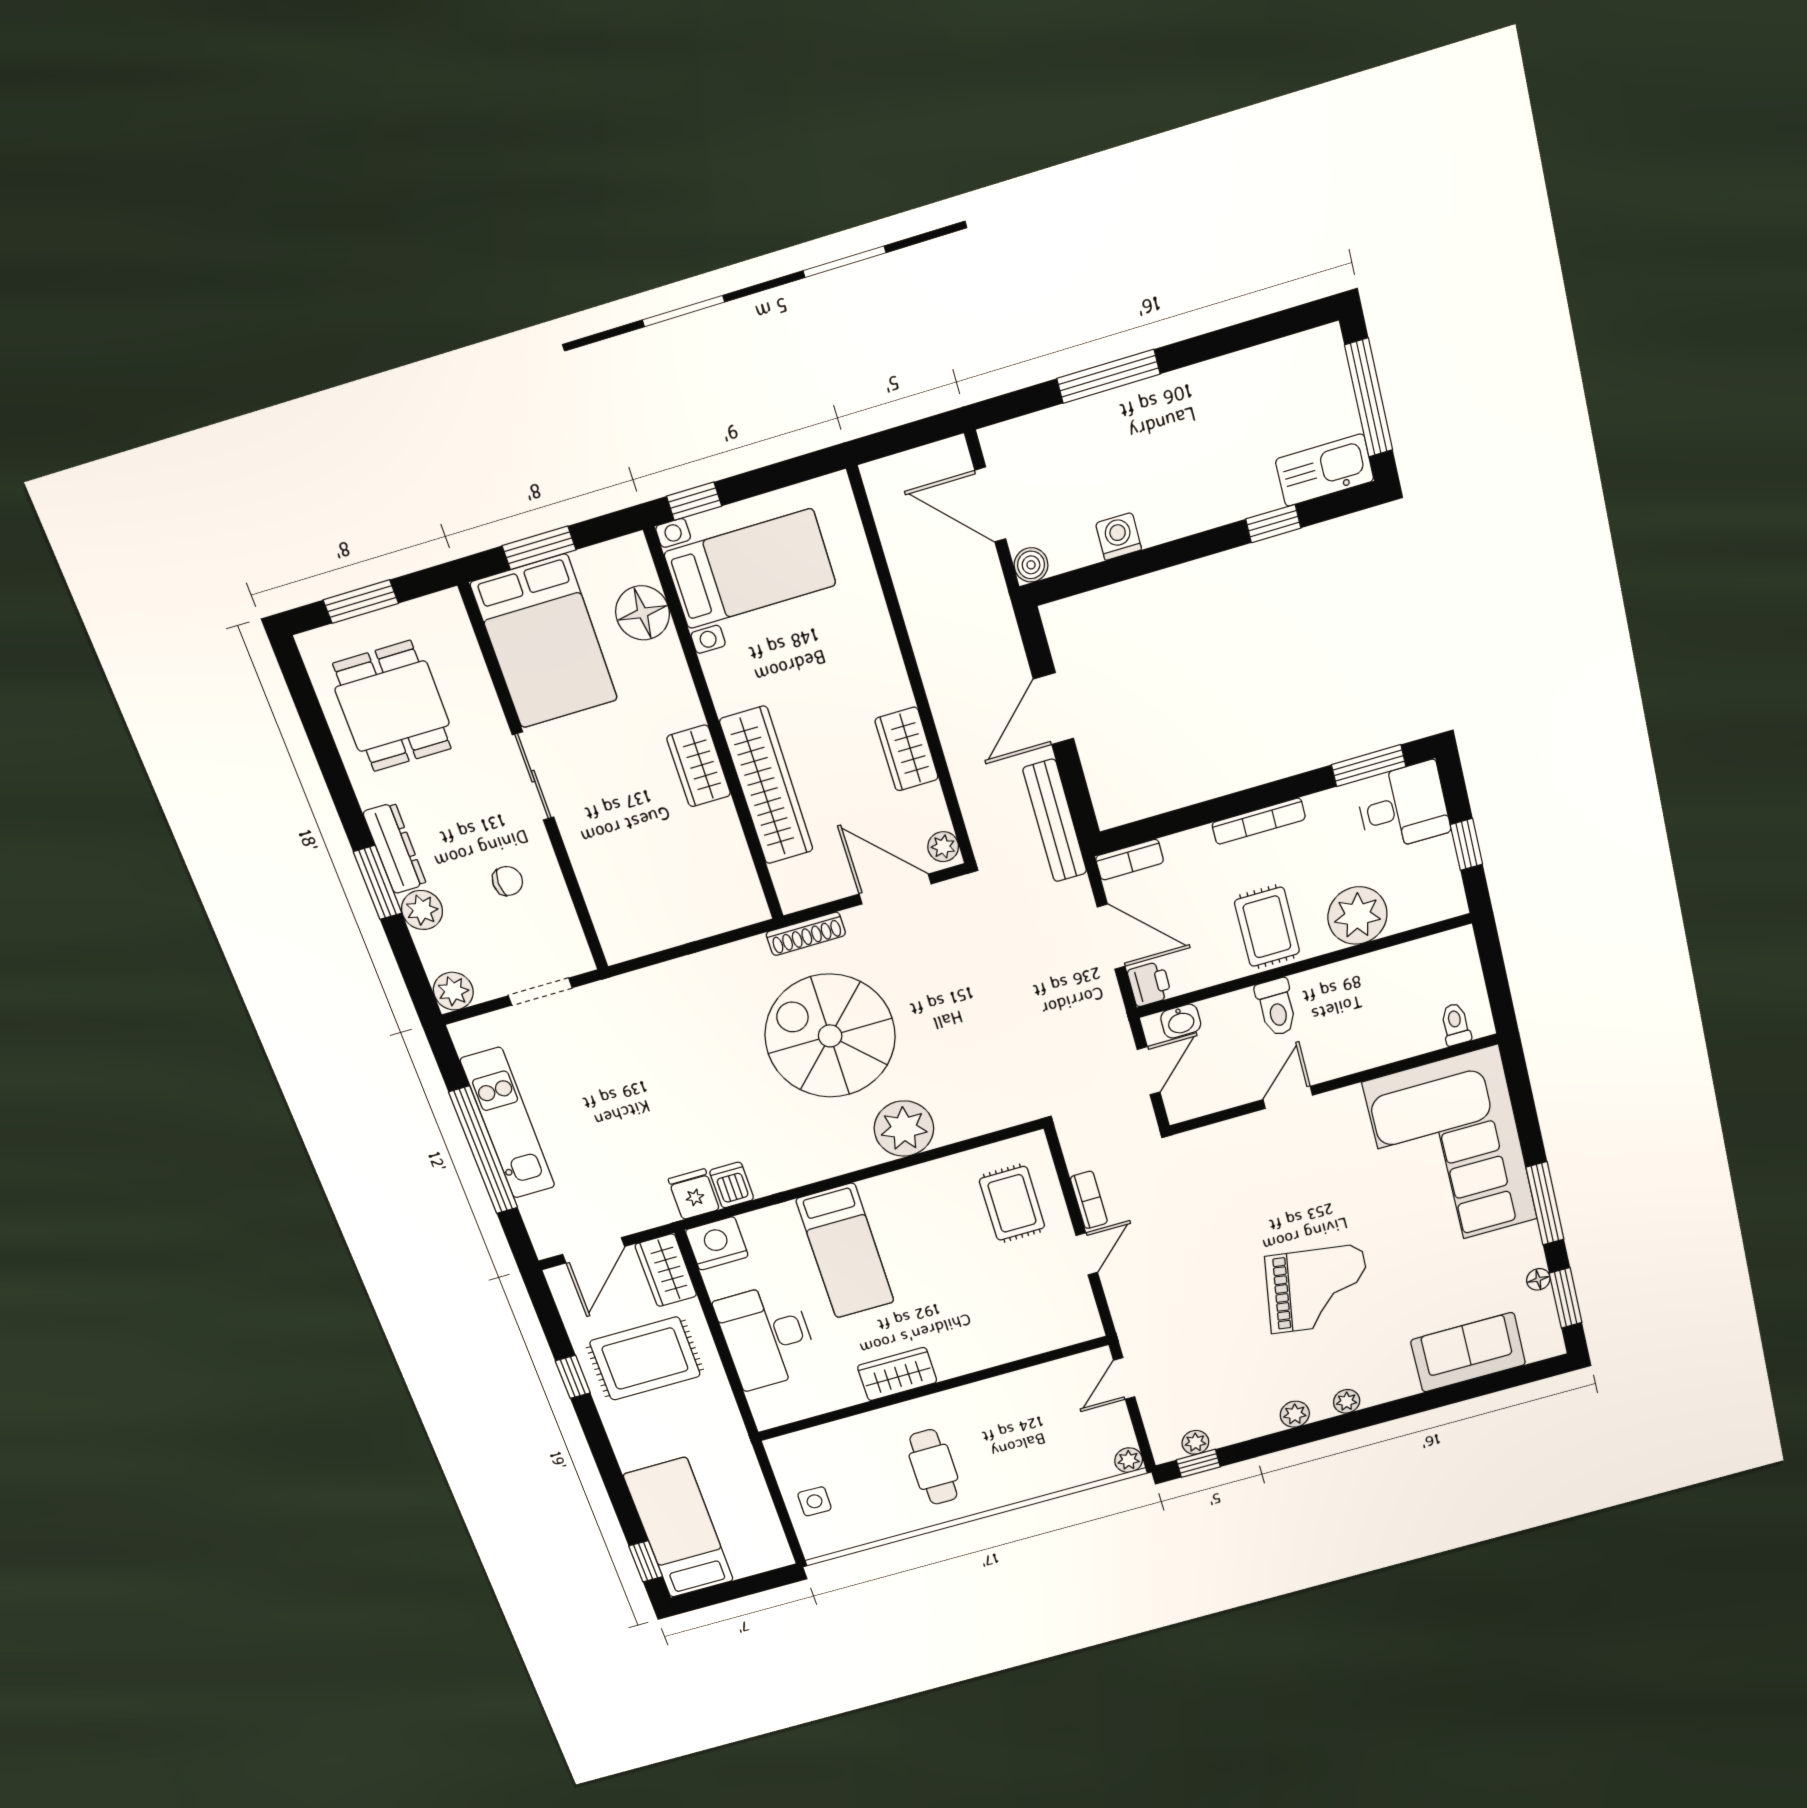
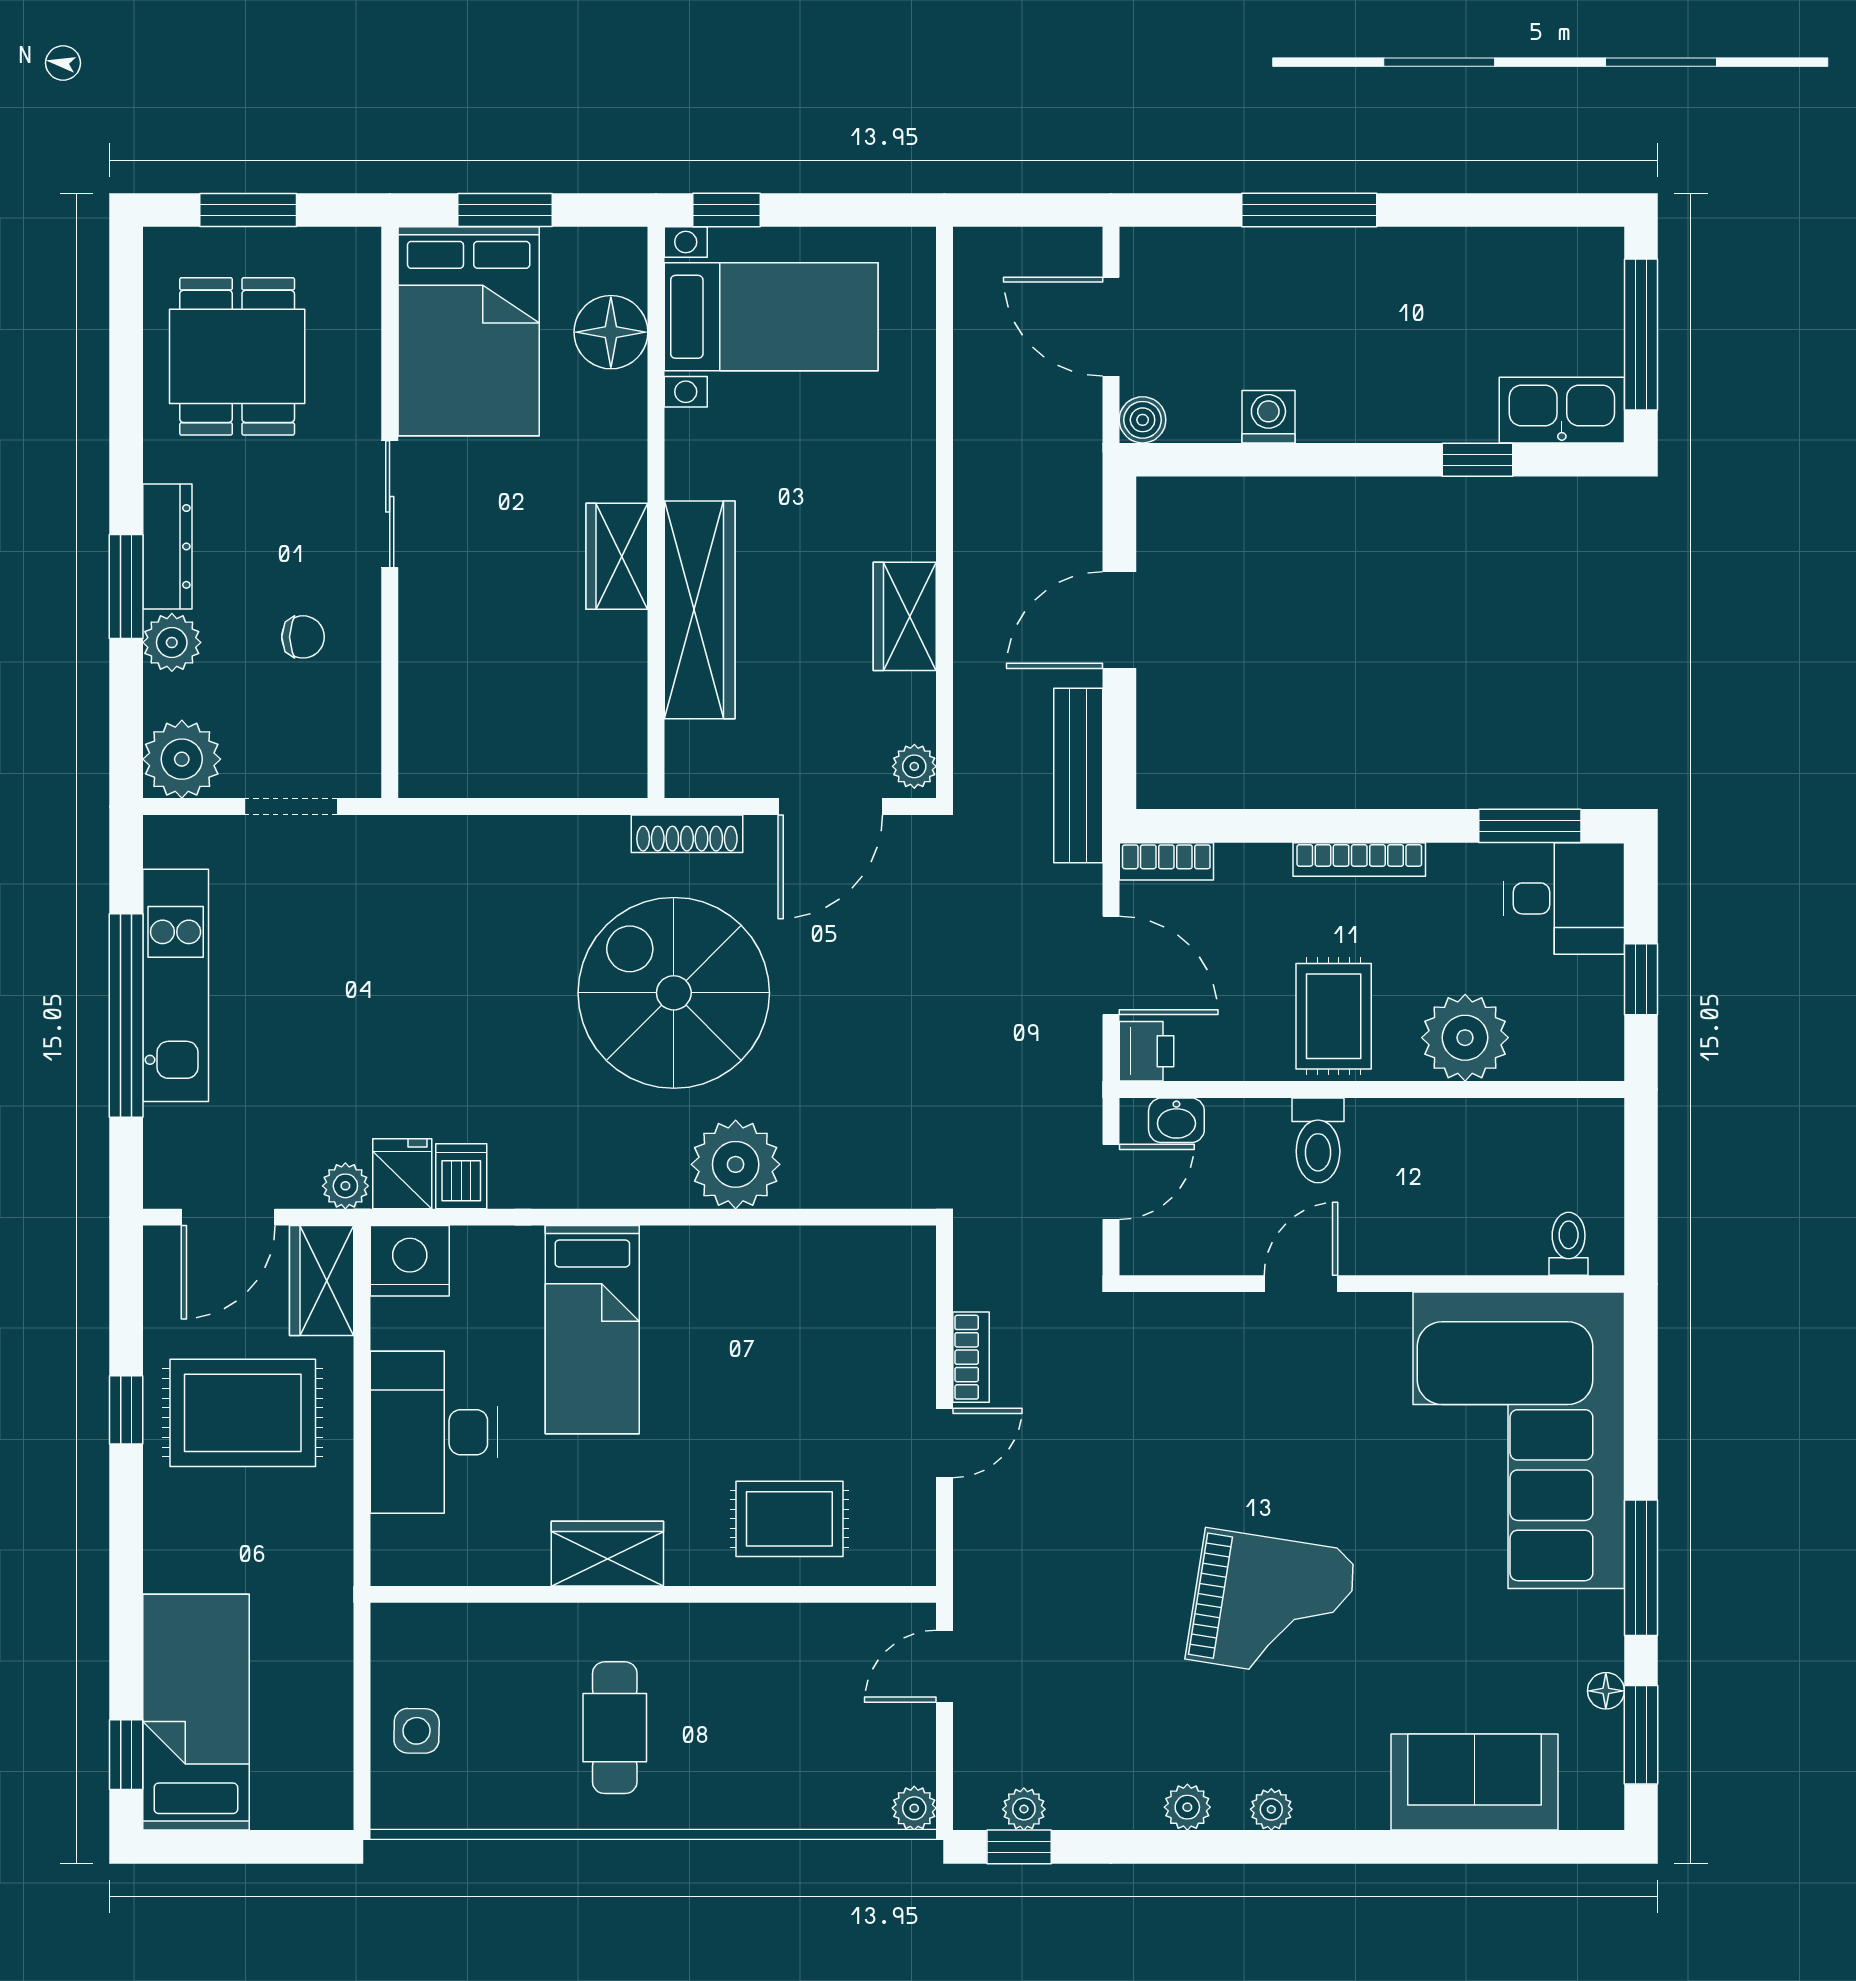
door: (895, 889) -> (830, 806), swing flipped
plant: (453, 991) -> (182, 759), width x1.36, depth x1.36
rug: (1012, 1203) -> (789, 1519), moved, turned 90
plant: (660, 1211) -> (345, 1186), added

